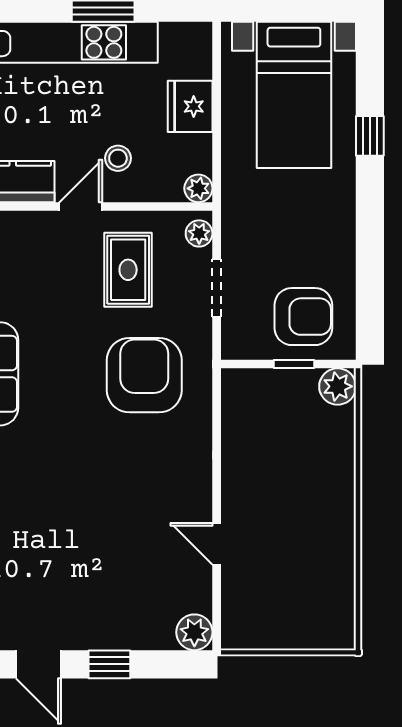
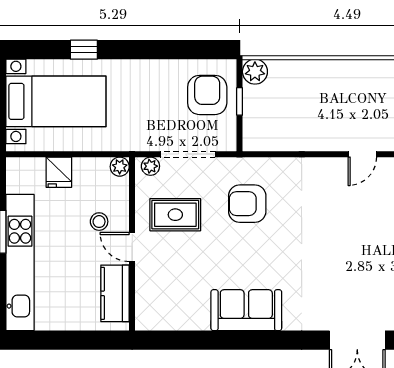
fridge: (190, 106) -> (59, 172), width x0.72
doorway: (217, 288) -> (188, 154), width x1.38
armchair: (144, 375) -> (247, 204), width x0.73, depth x0.73

